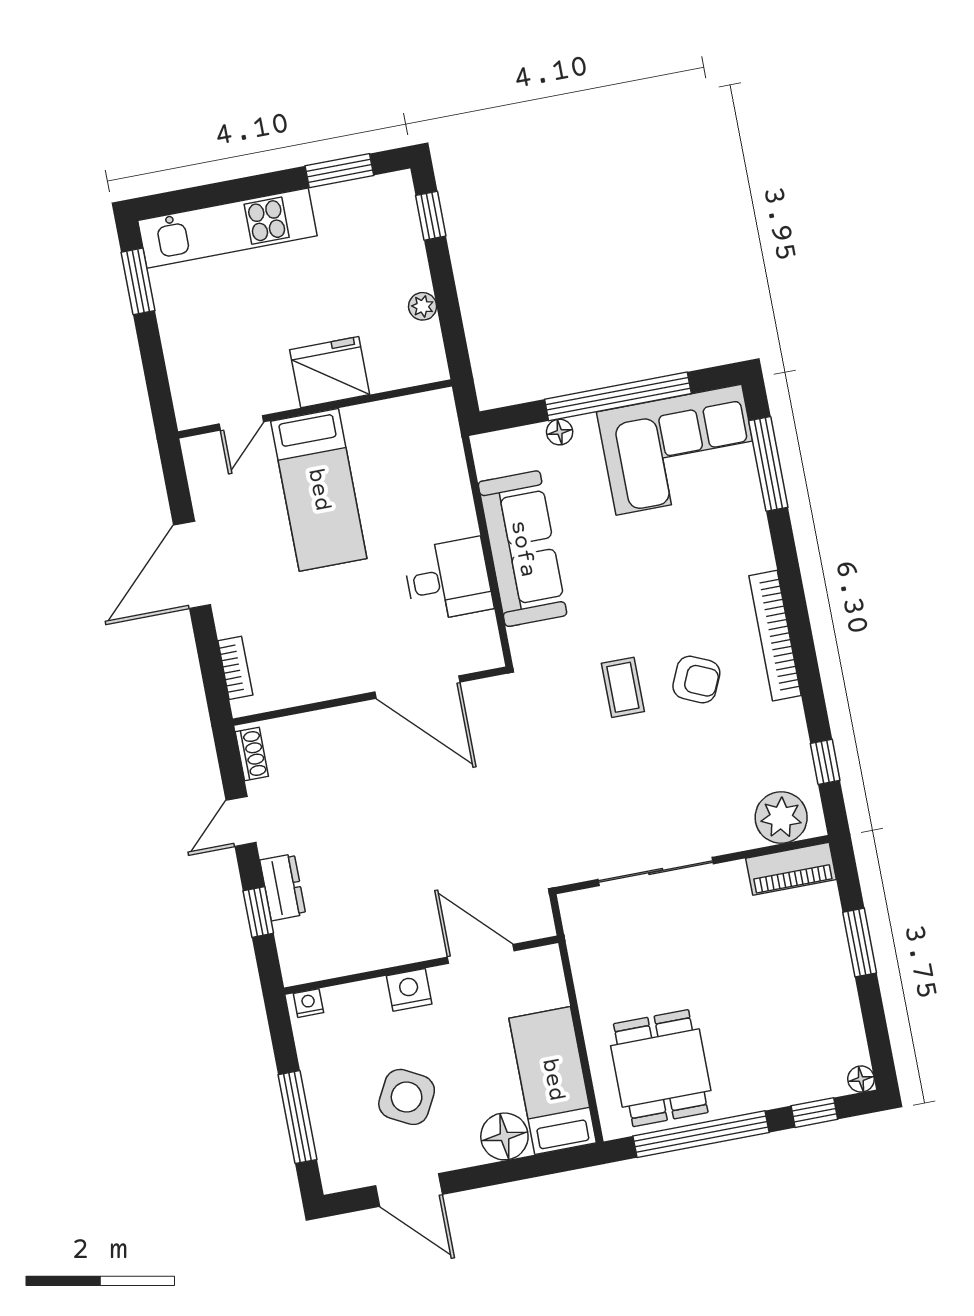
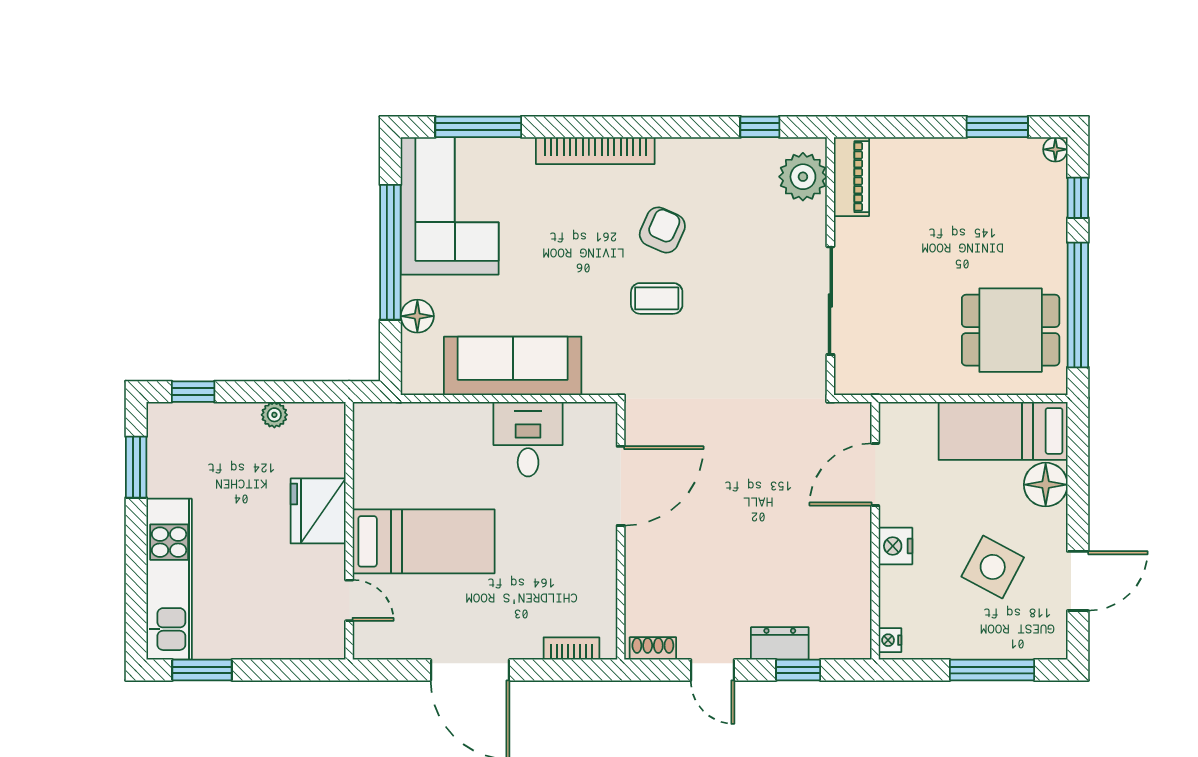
floor lamp: (560, 432) -> (417, 316), width x1.37, depth x1.37
bookcase: (775, 636) -> (595, 151), moved
window: (860, 943) -> (997, 127), moved

